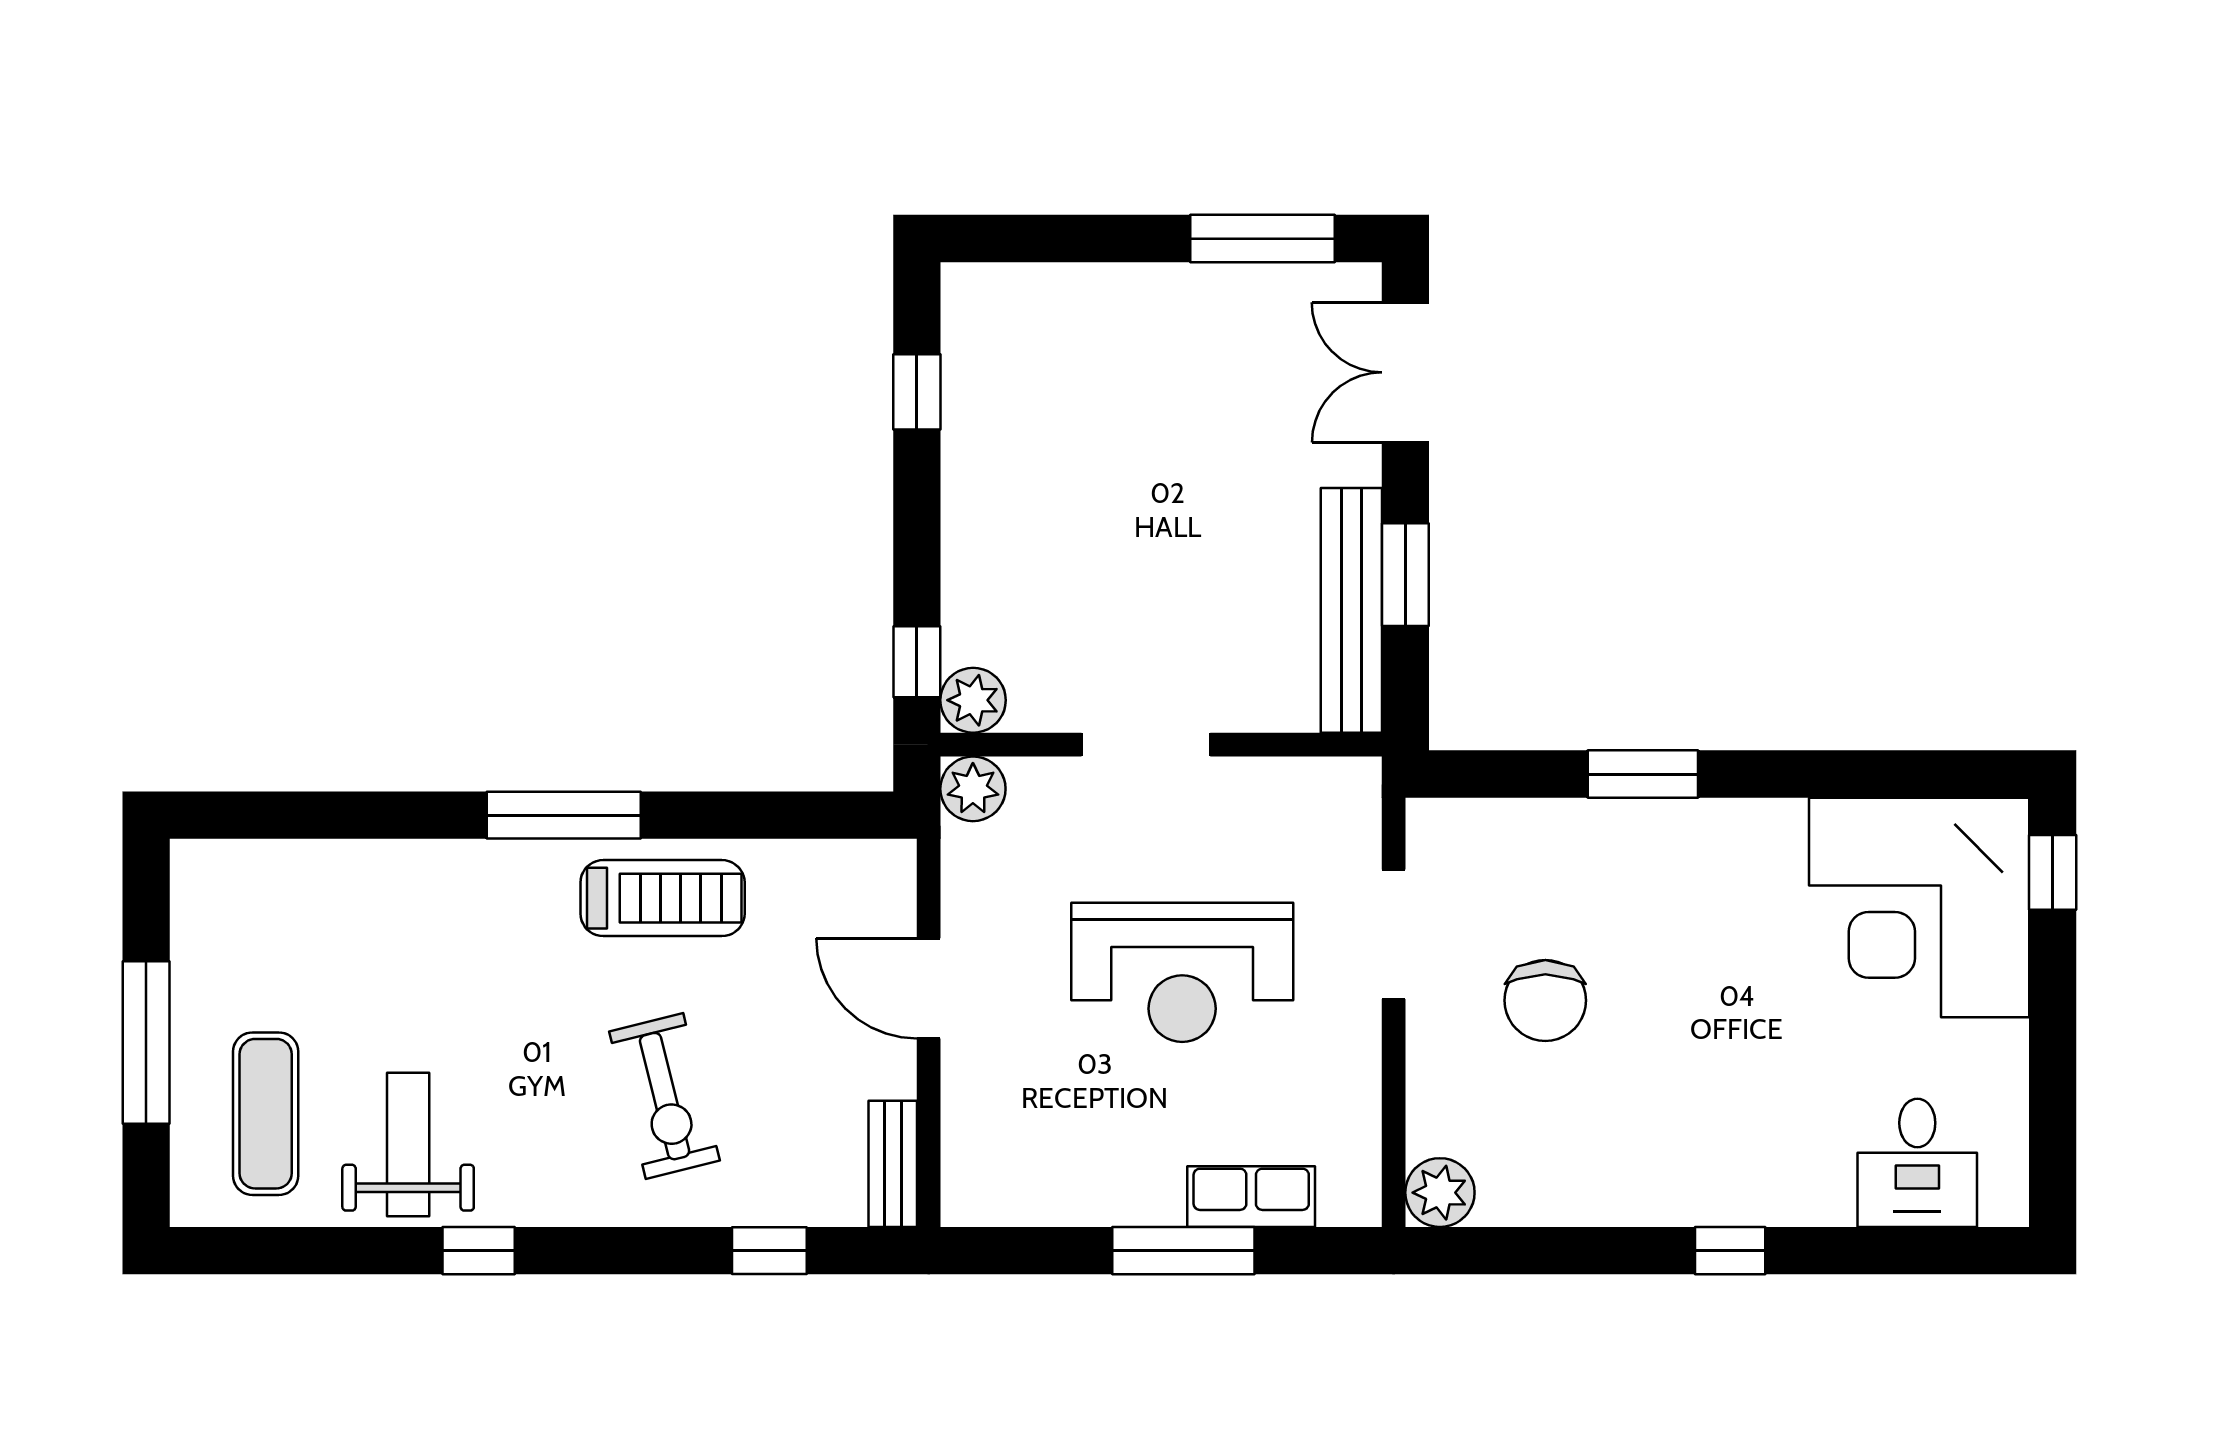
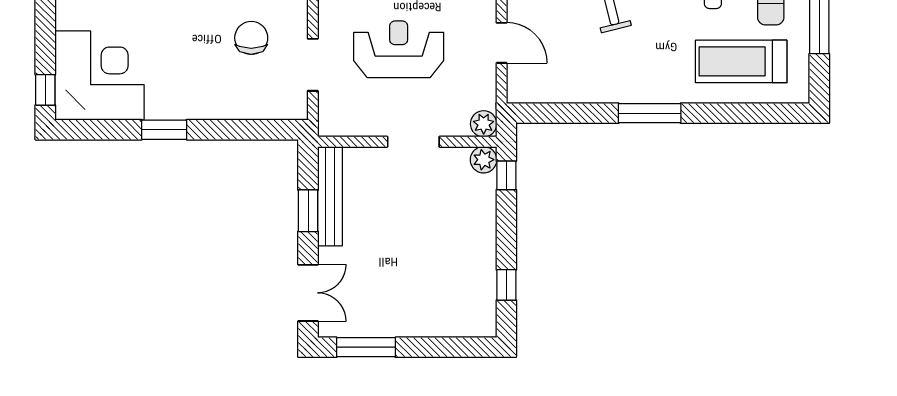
window: (1643, 774) -> (164, 130), moved
treadmill: (663, 898) -> (741, 61), moved, width x1.37, depth x1.38

